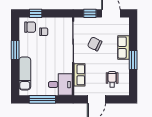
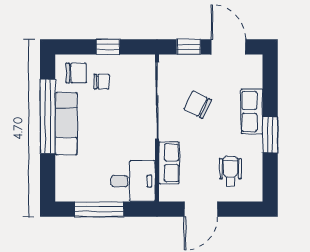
window: (36, 13) -> (108, 47), moved
window: (15, 50) -> (48, 116), width x2.11
exam couch: (25, 73) -> (66, 124), moved

